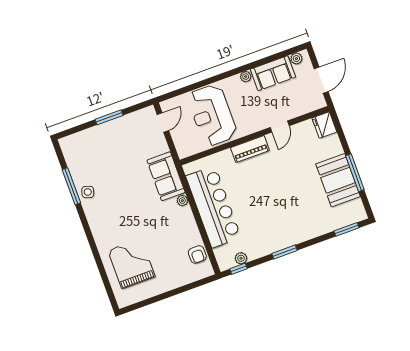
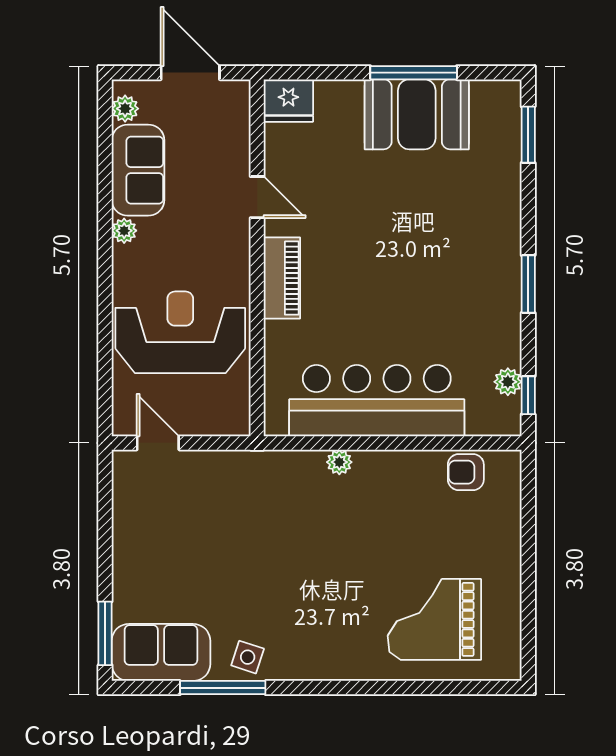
reception desk: (212, 115) -> (180, 332), turned 180
window: (109, 117) -> (105, 633), moved
sofa: (166, 176) -> (161, 652), moved, turned 180
armchair: (197, 254) -> (466, 472), turned 180

